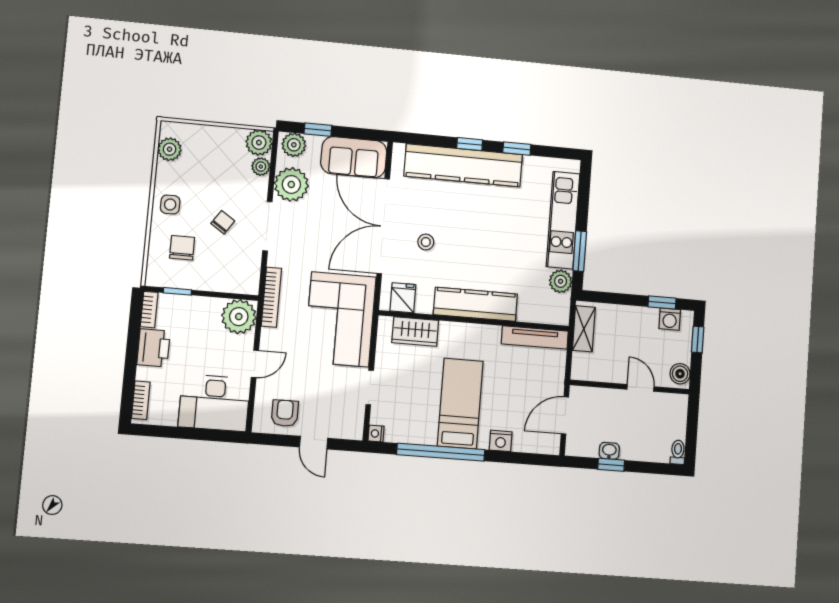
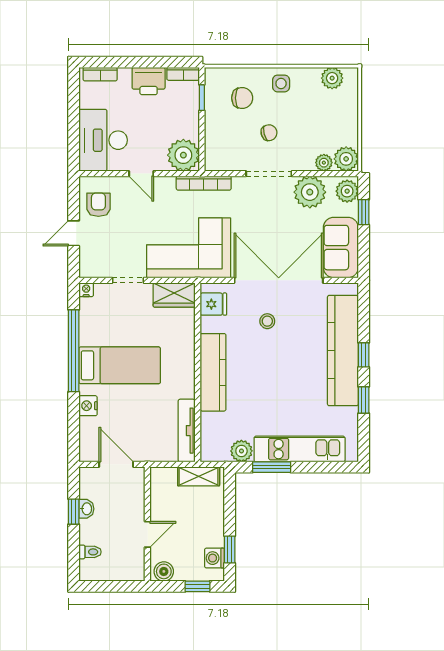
chair: (223, 222) -> (269, 133), turned -49
wardrobe: (415, 332) -> (174, 295), moved, turned -90
armchair: (285, 413) -> (98, 205), turned -90
toilet: (678, 452) -> (90, 552), moved

